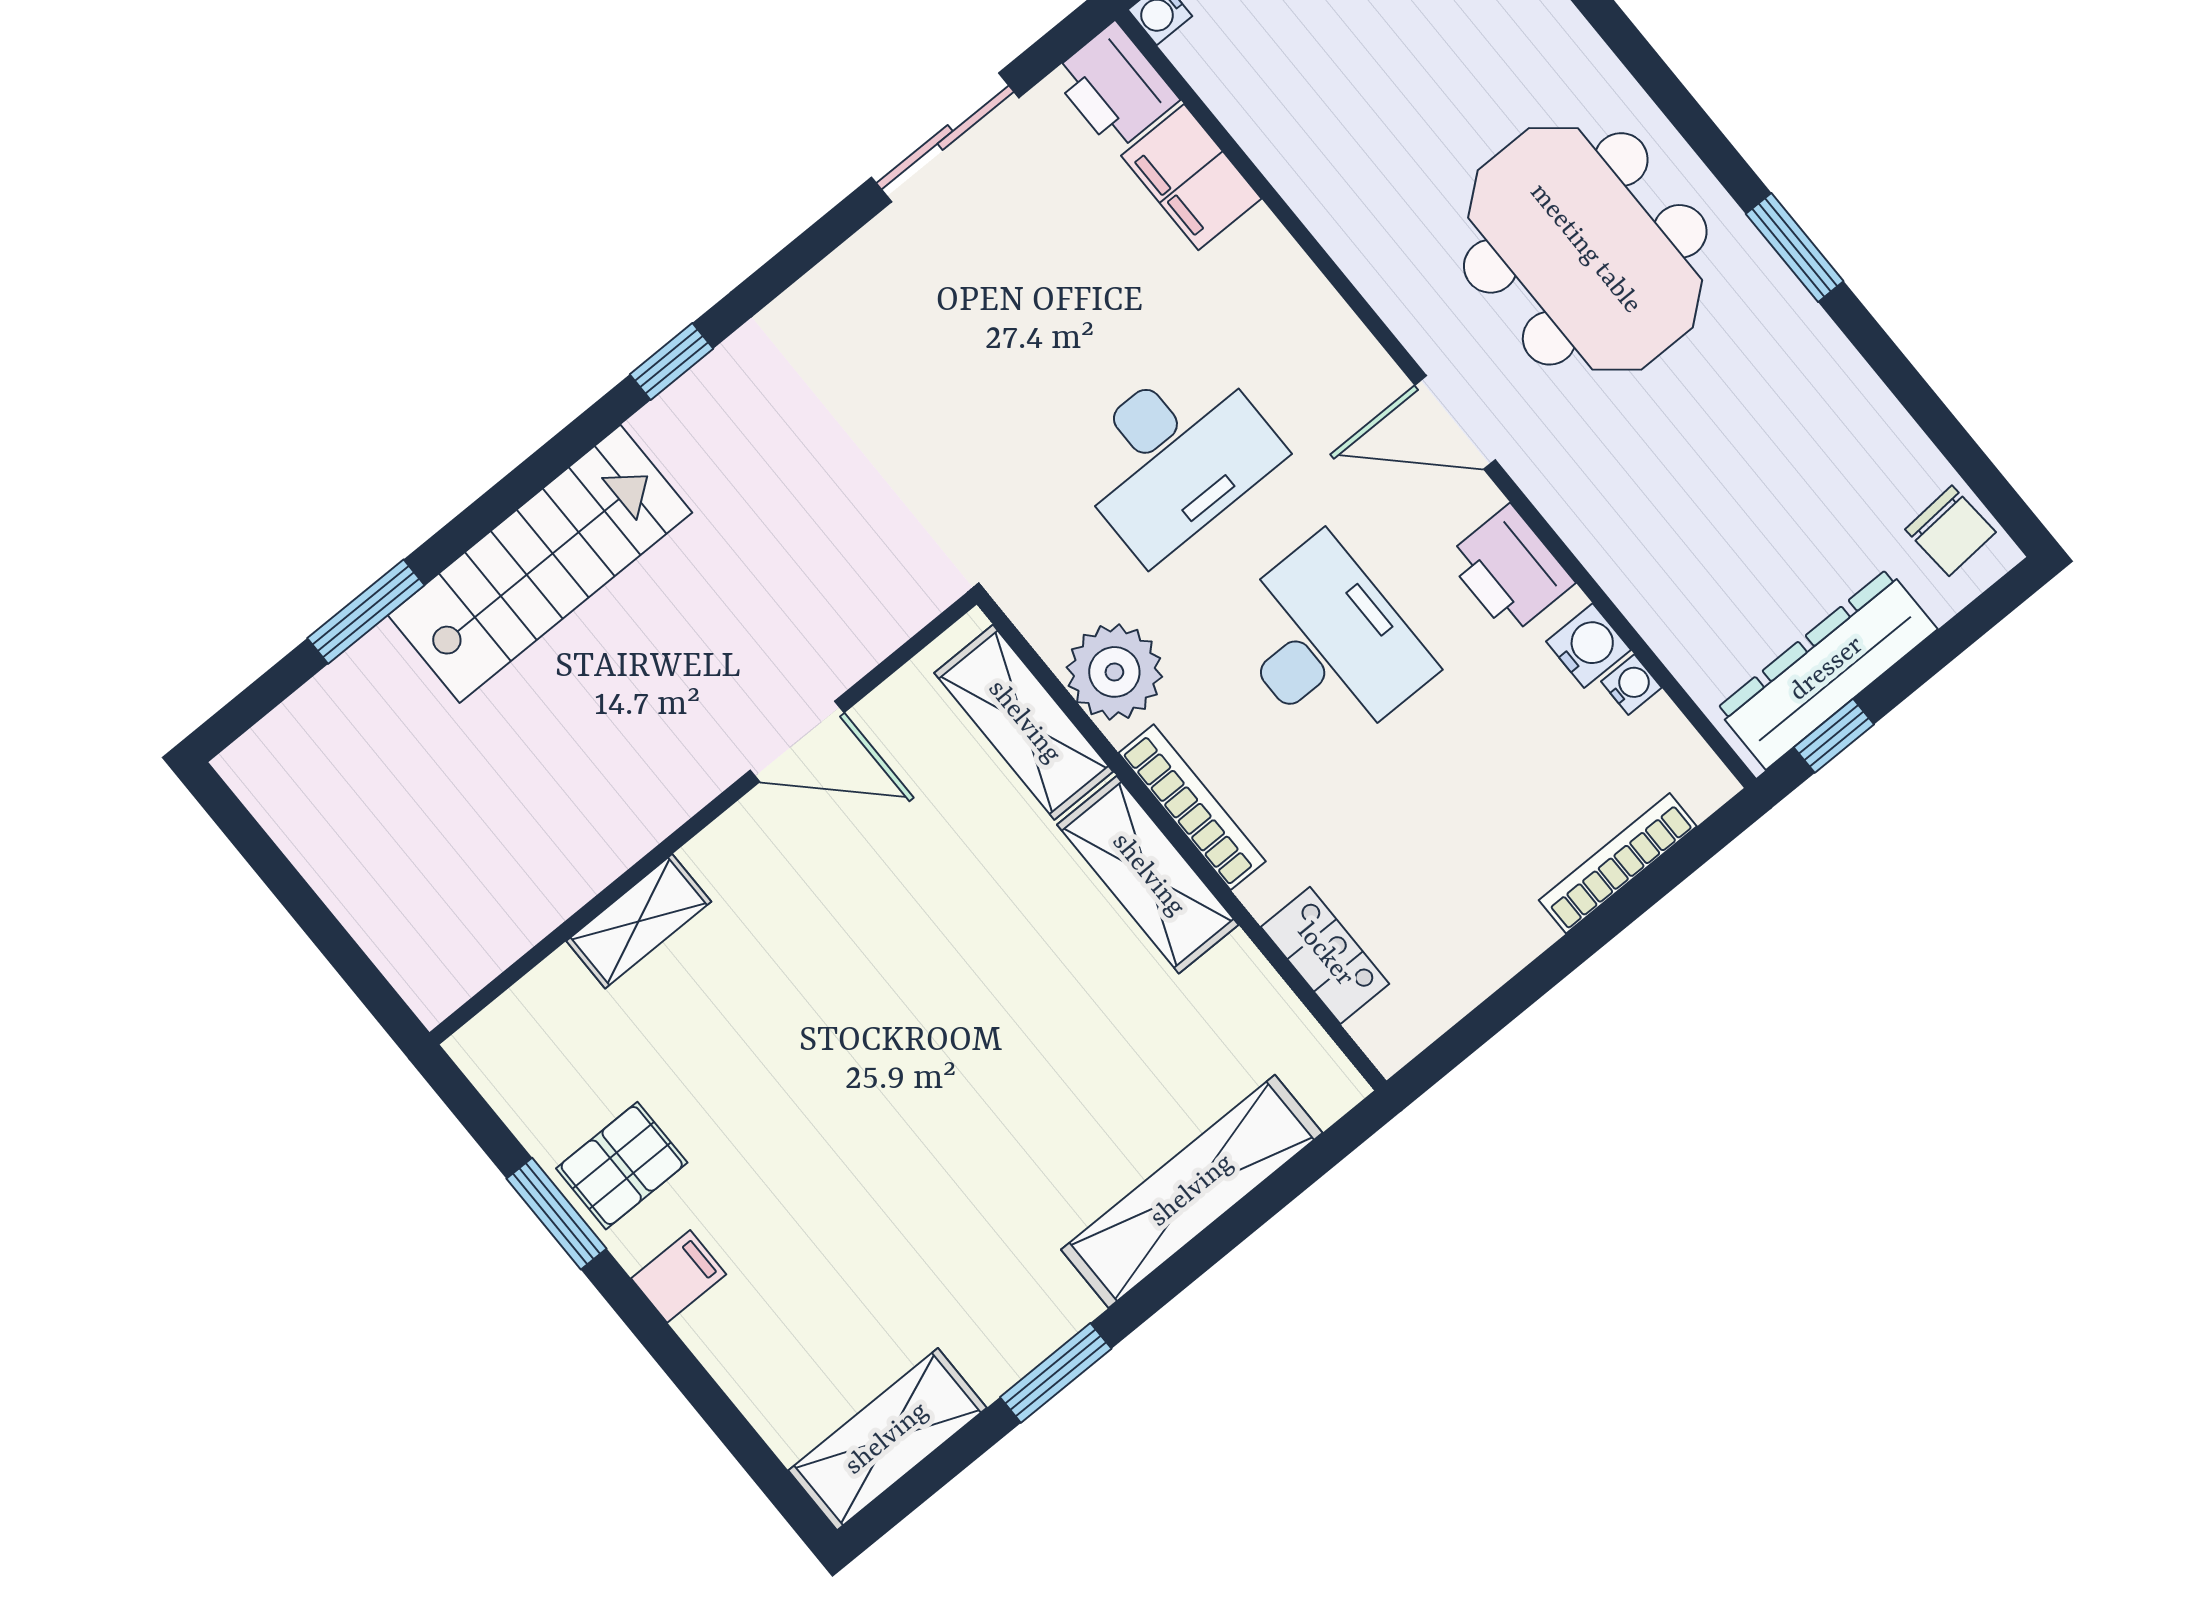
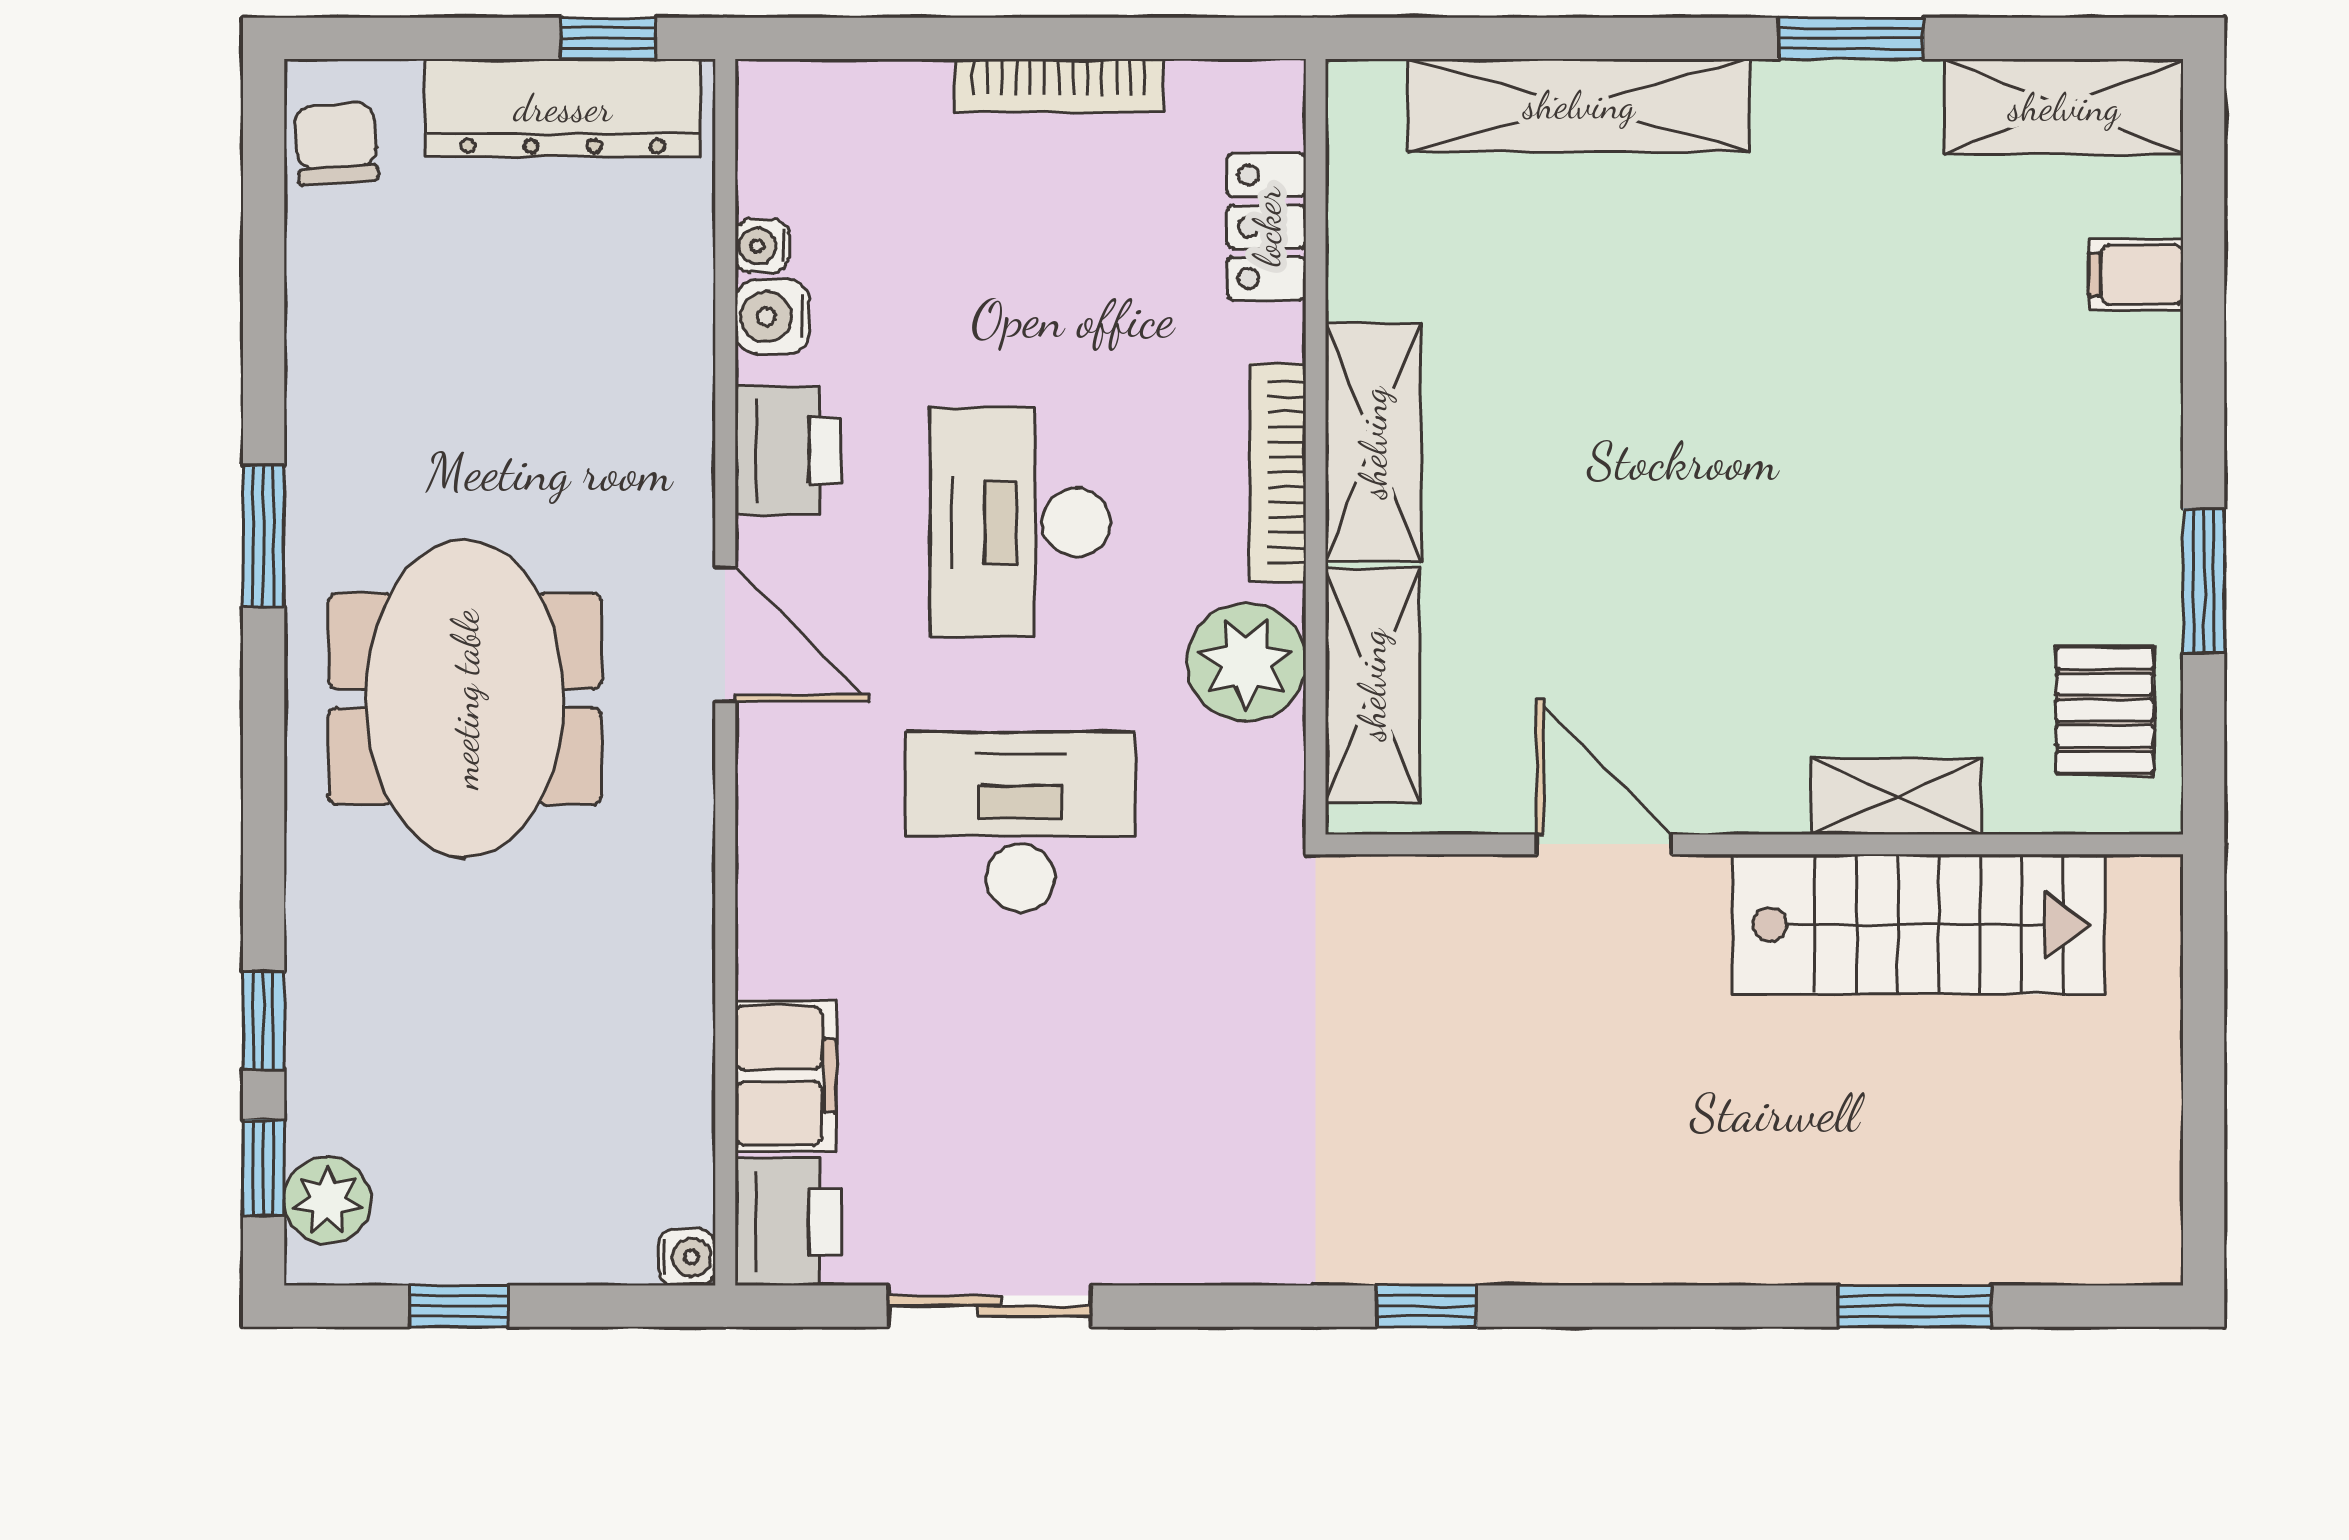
stairs: (540, 564) -> (1919, 924), moved, turned 180
bookcase: (1618, 863) -> (1059, 86), moved
pallet: (622, 1166) -> (2105, 710), moved, turned 90
filing cabinet: (679, 1276) -> (2136, 275), moved

